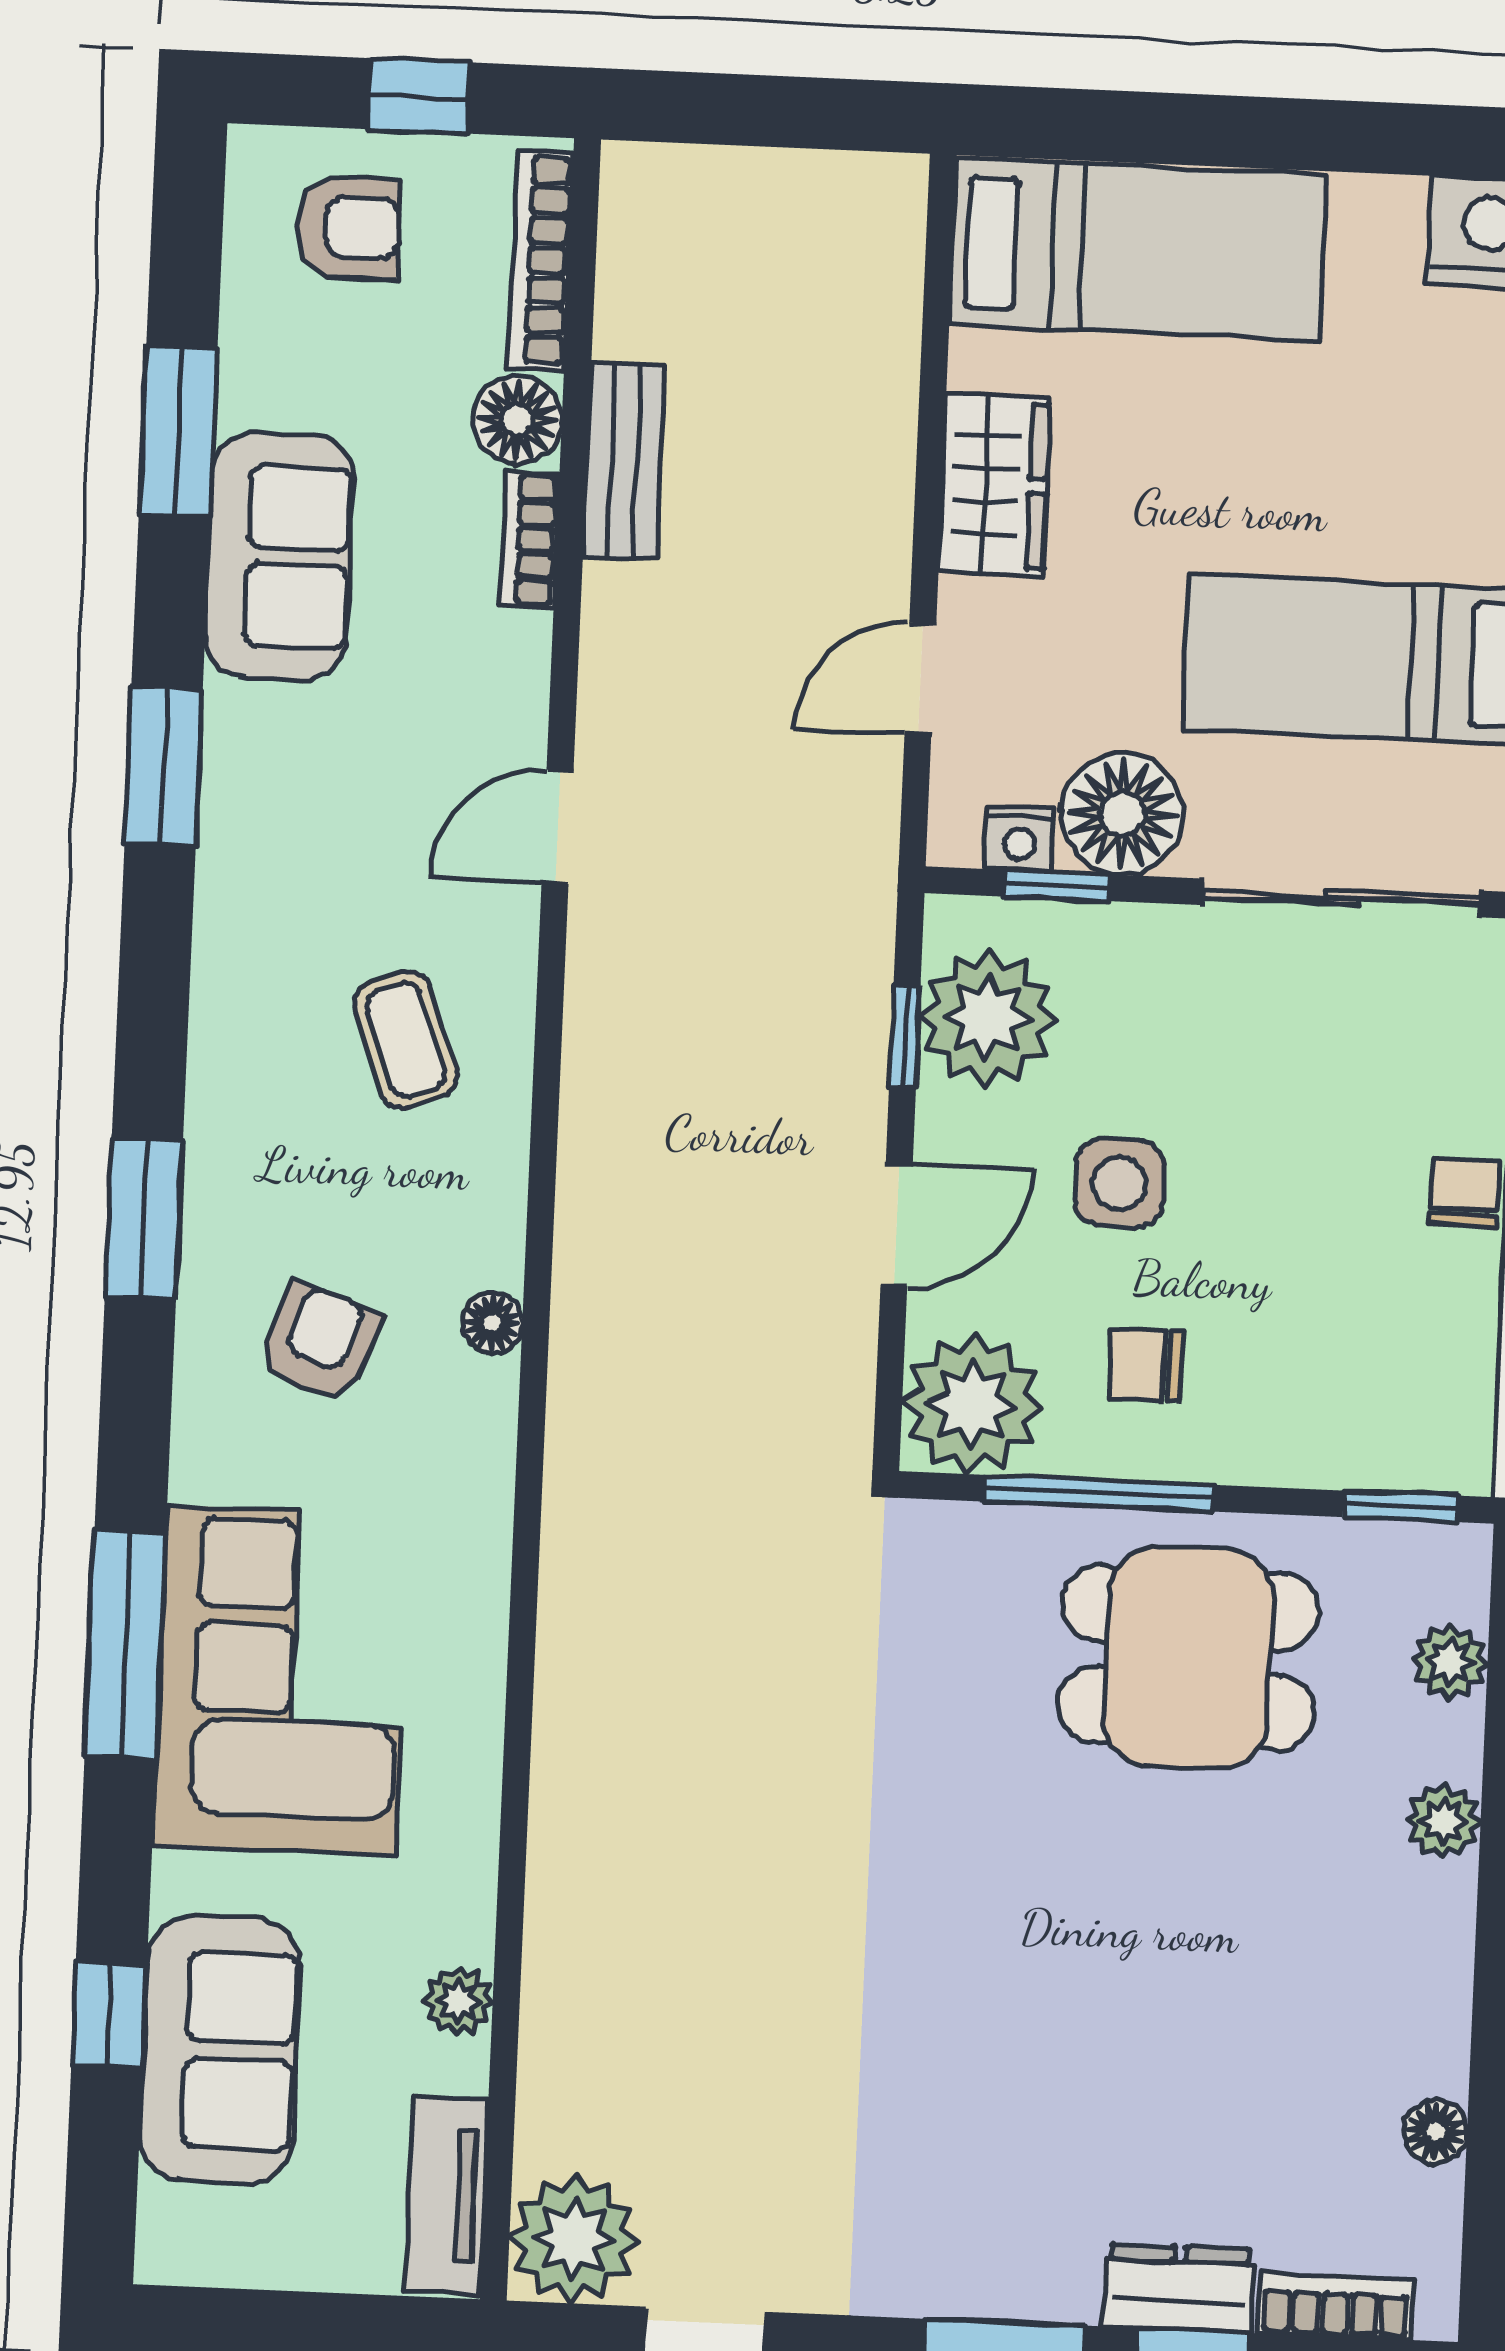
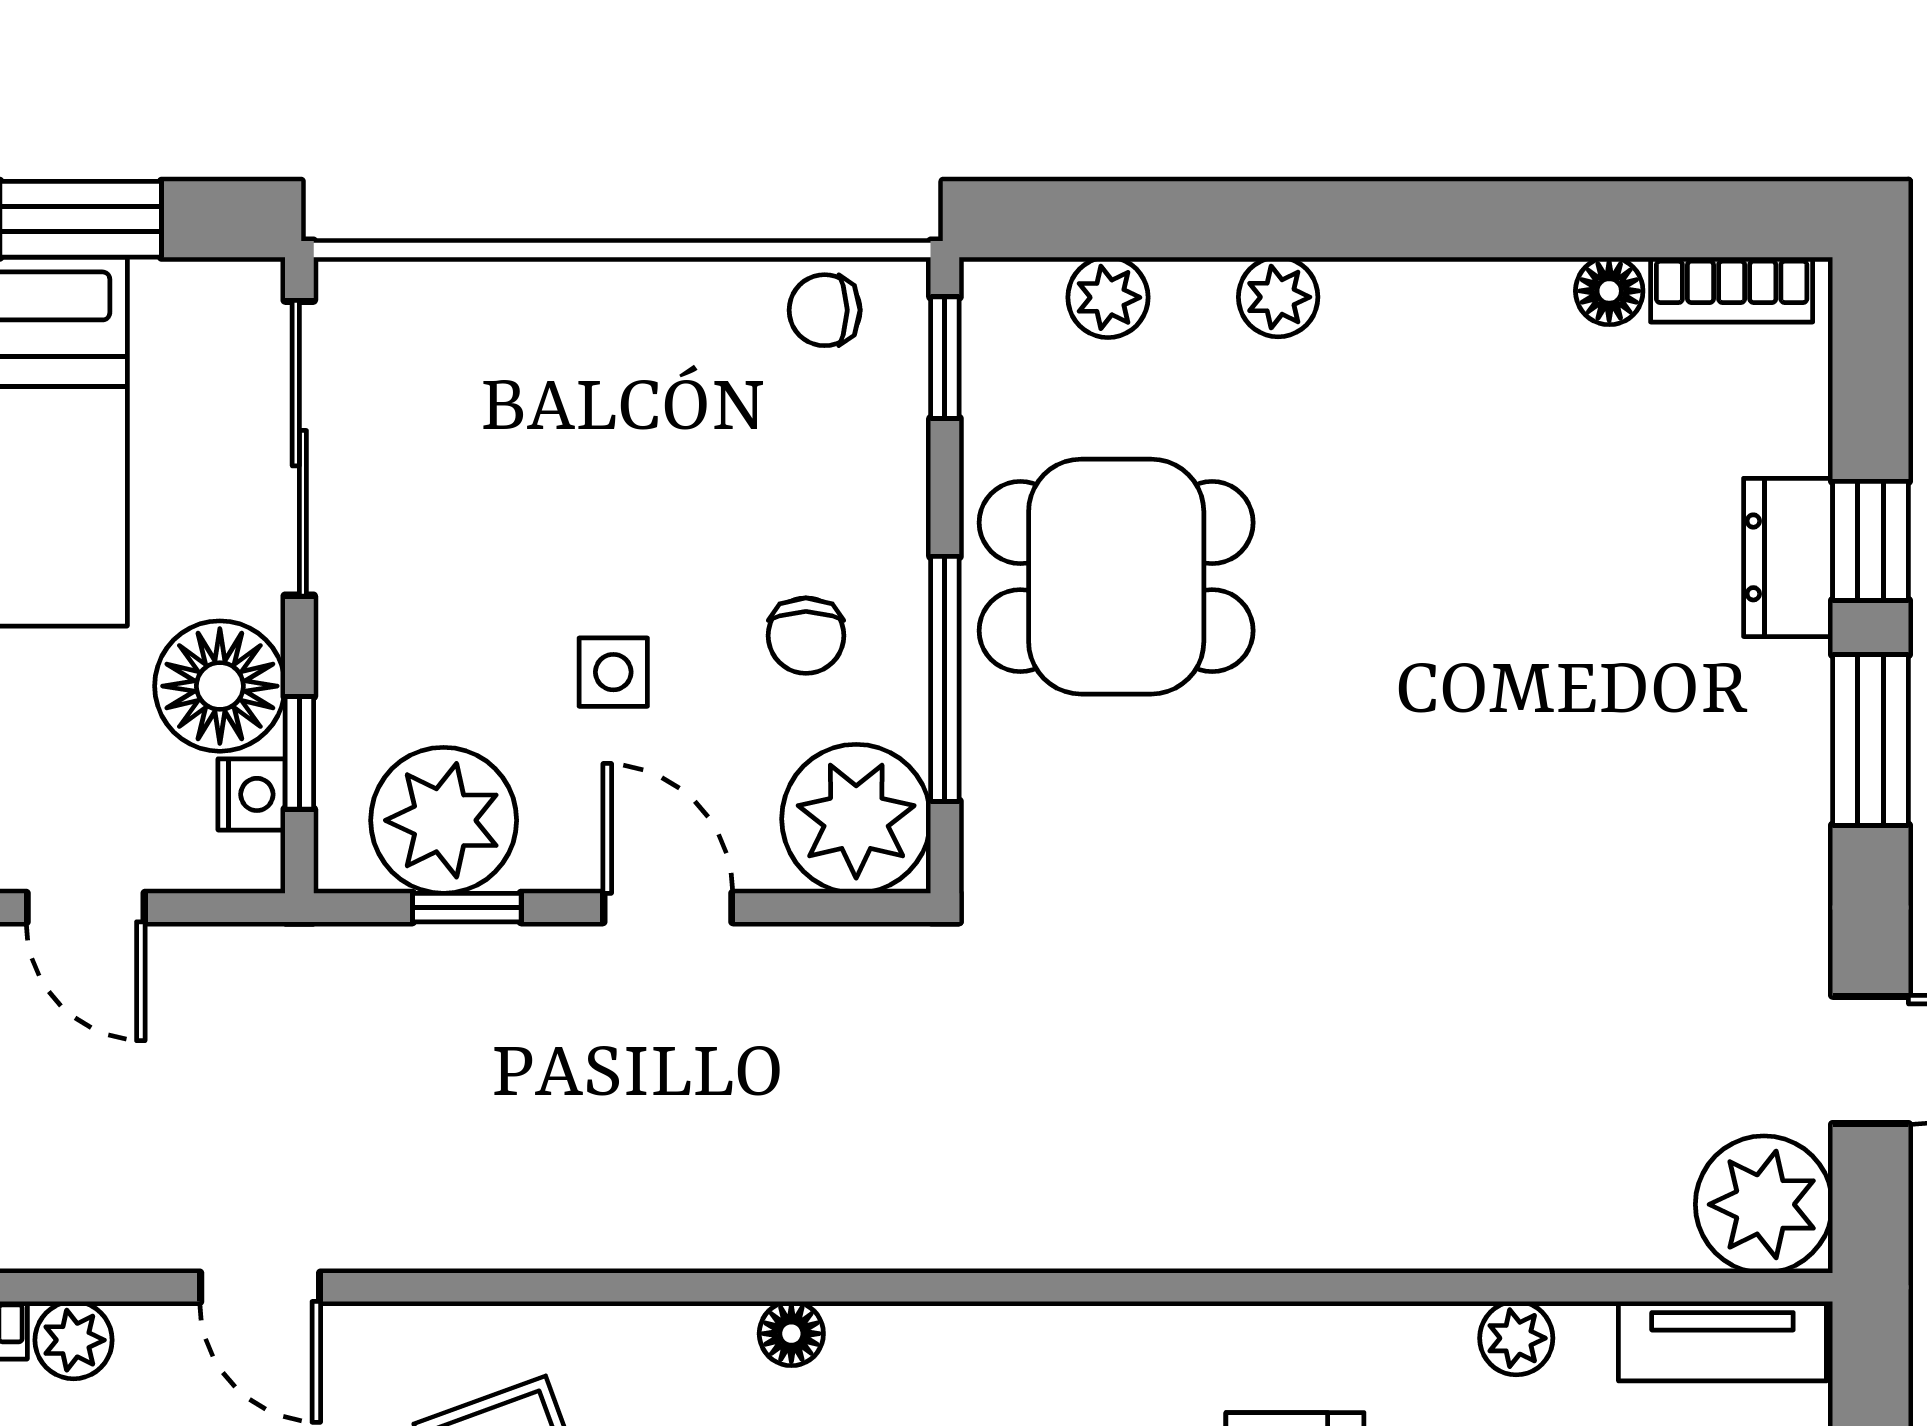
plant: (516, 650) -> (74, 1340), added
side table: (1119, 1183) -> (613, 672), width x0.73, depth x0.73
chair: (1465, 1192) -> (825, 310), moved
dining table: (1188, 1658) -> (1116, 577), turned 90
bookcase: (1335, 2306) -> (1732, 290), moved, turned -90

